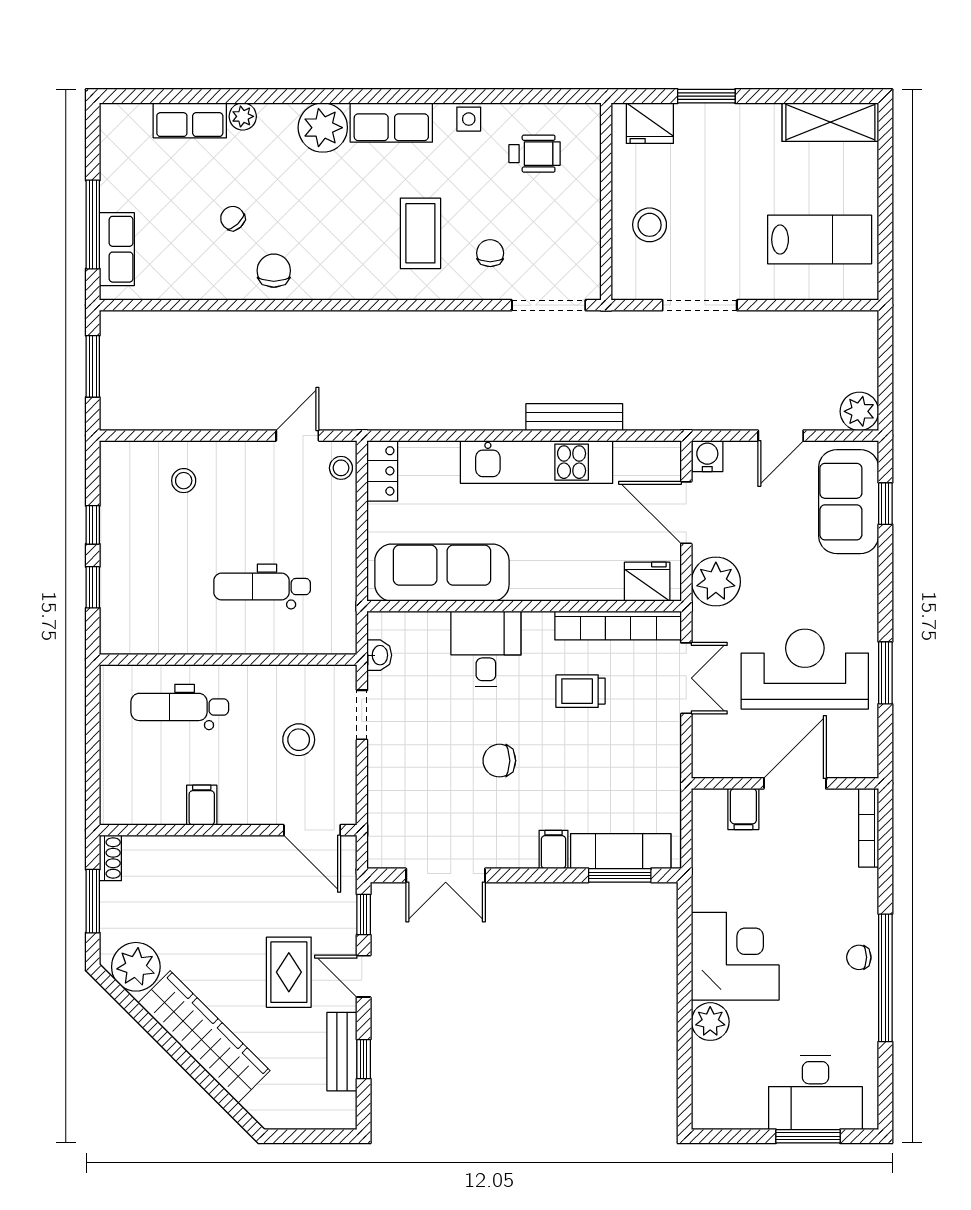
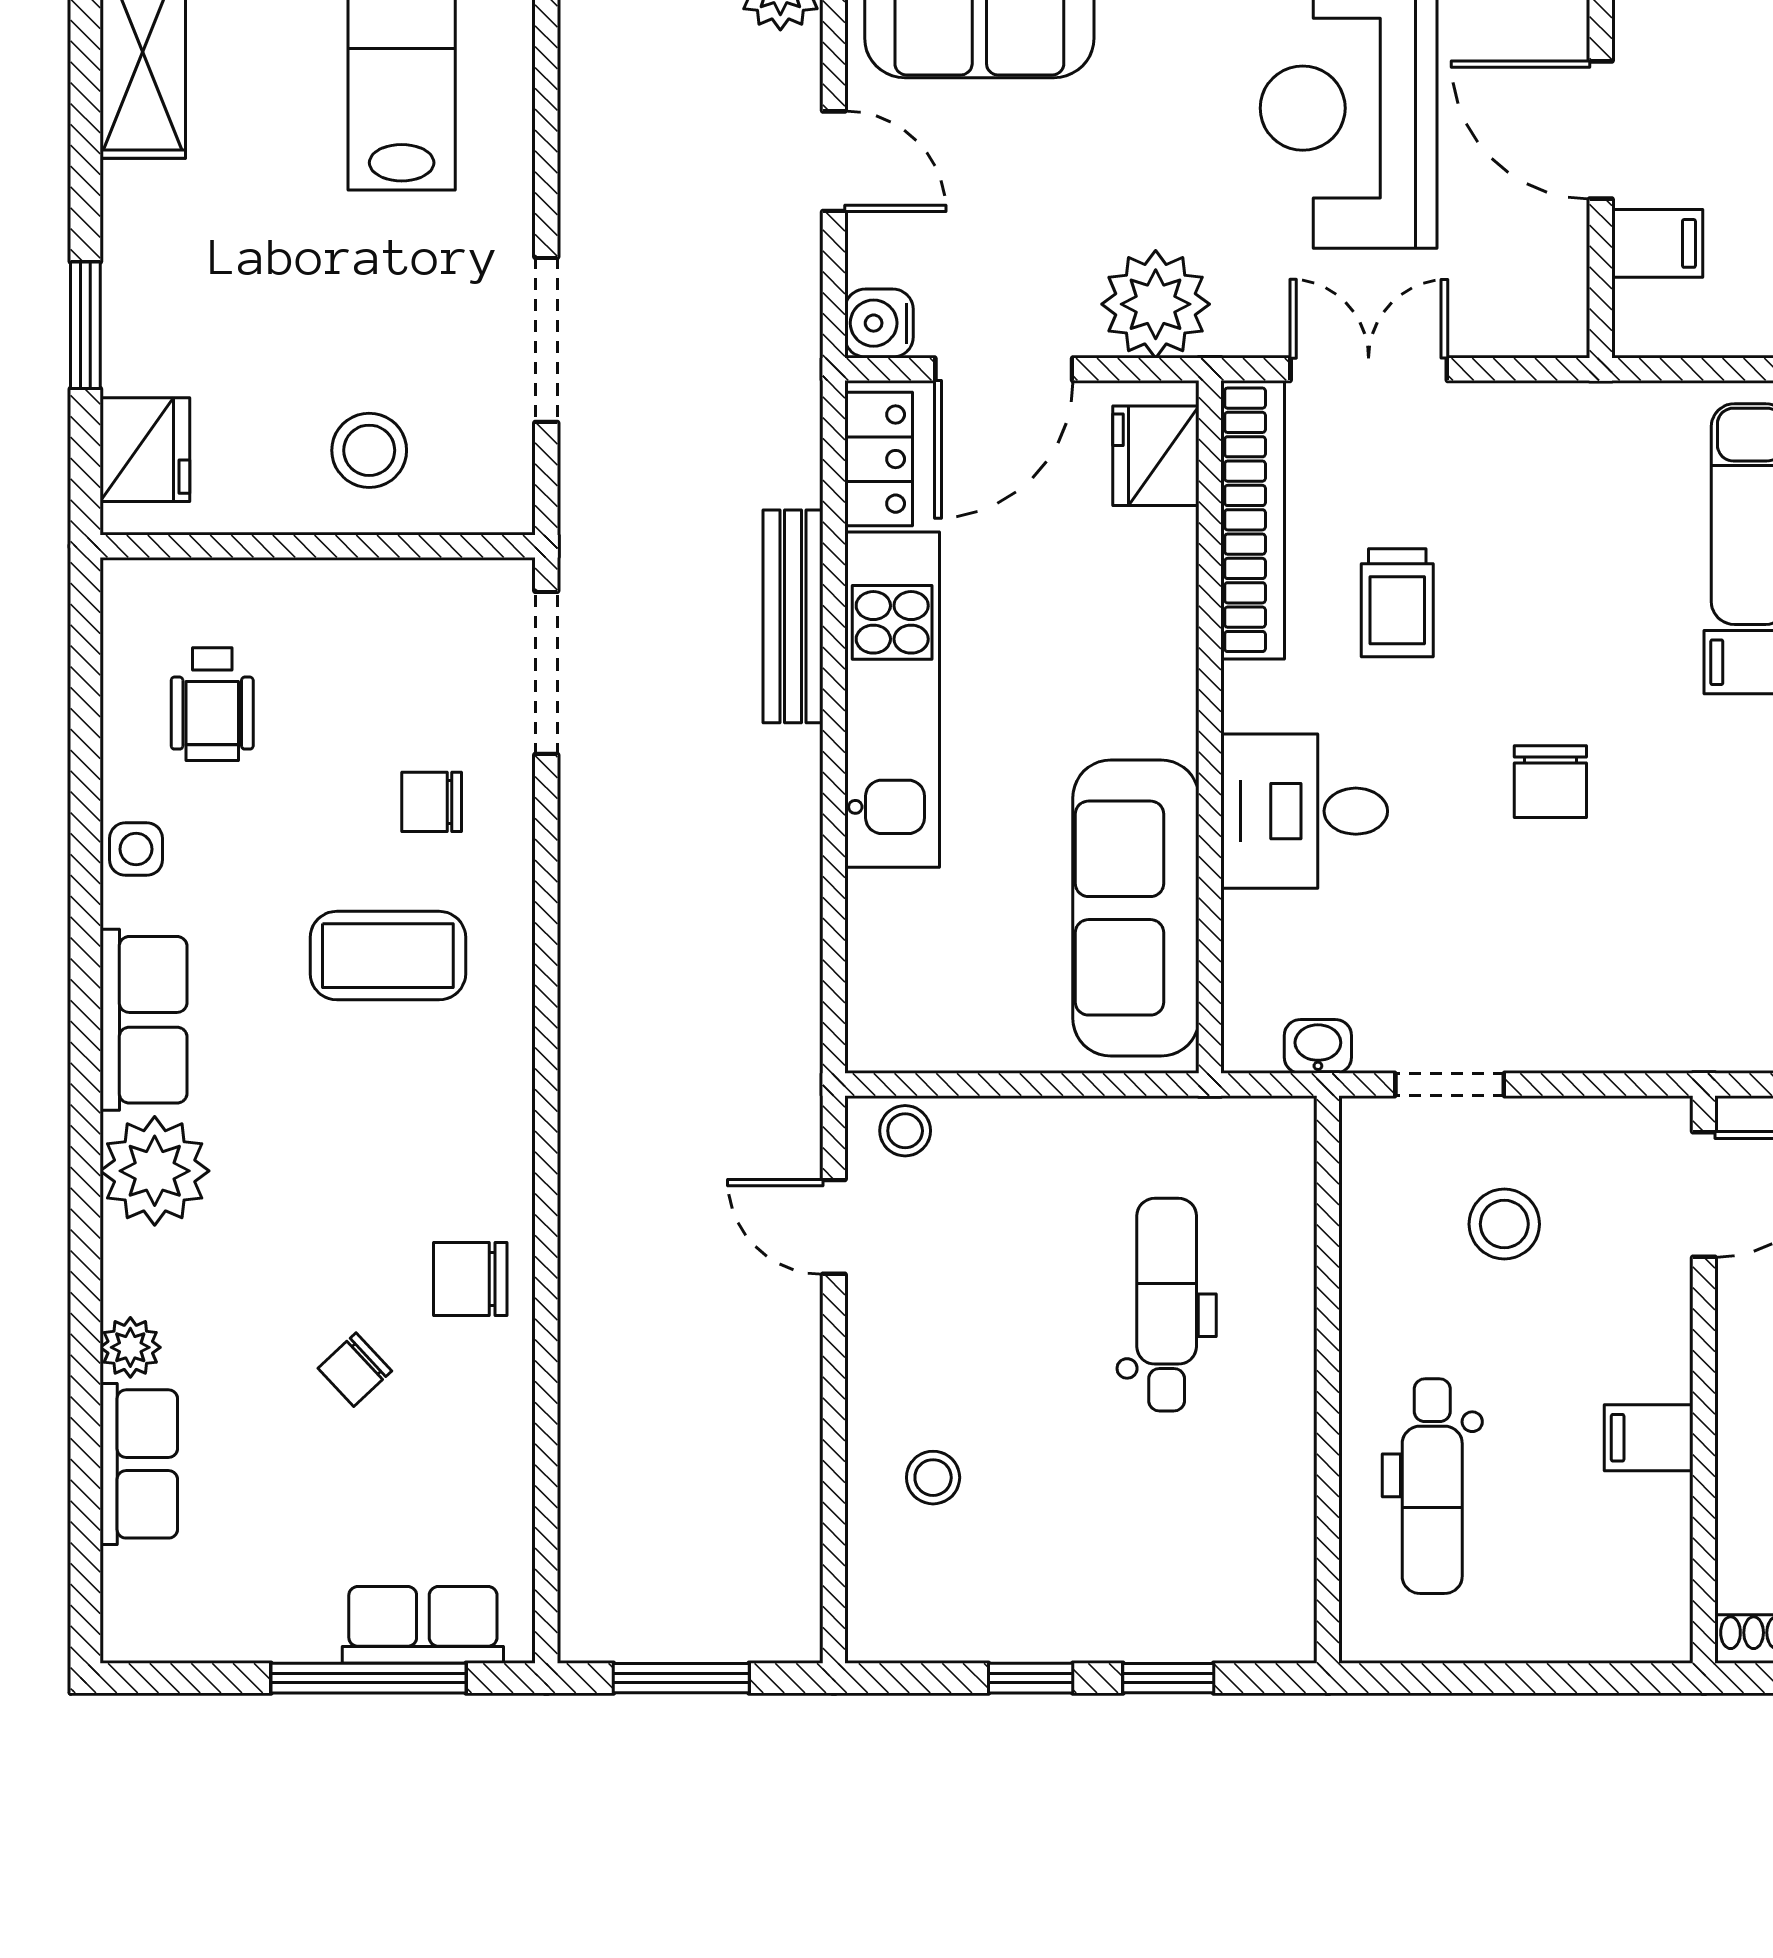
wheelchair: (535, 154) -> (212, 704), turned 180
locker: (382, 471) -> (879, 459), moved, turned 90
dental chair: (262, 587) -> (1167, 1305), turned 180

